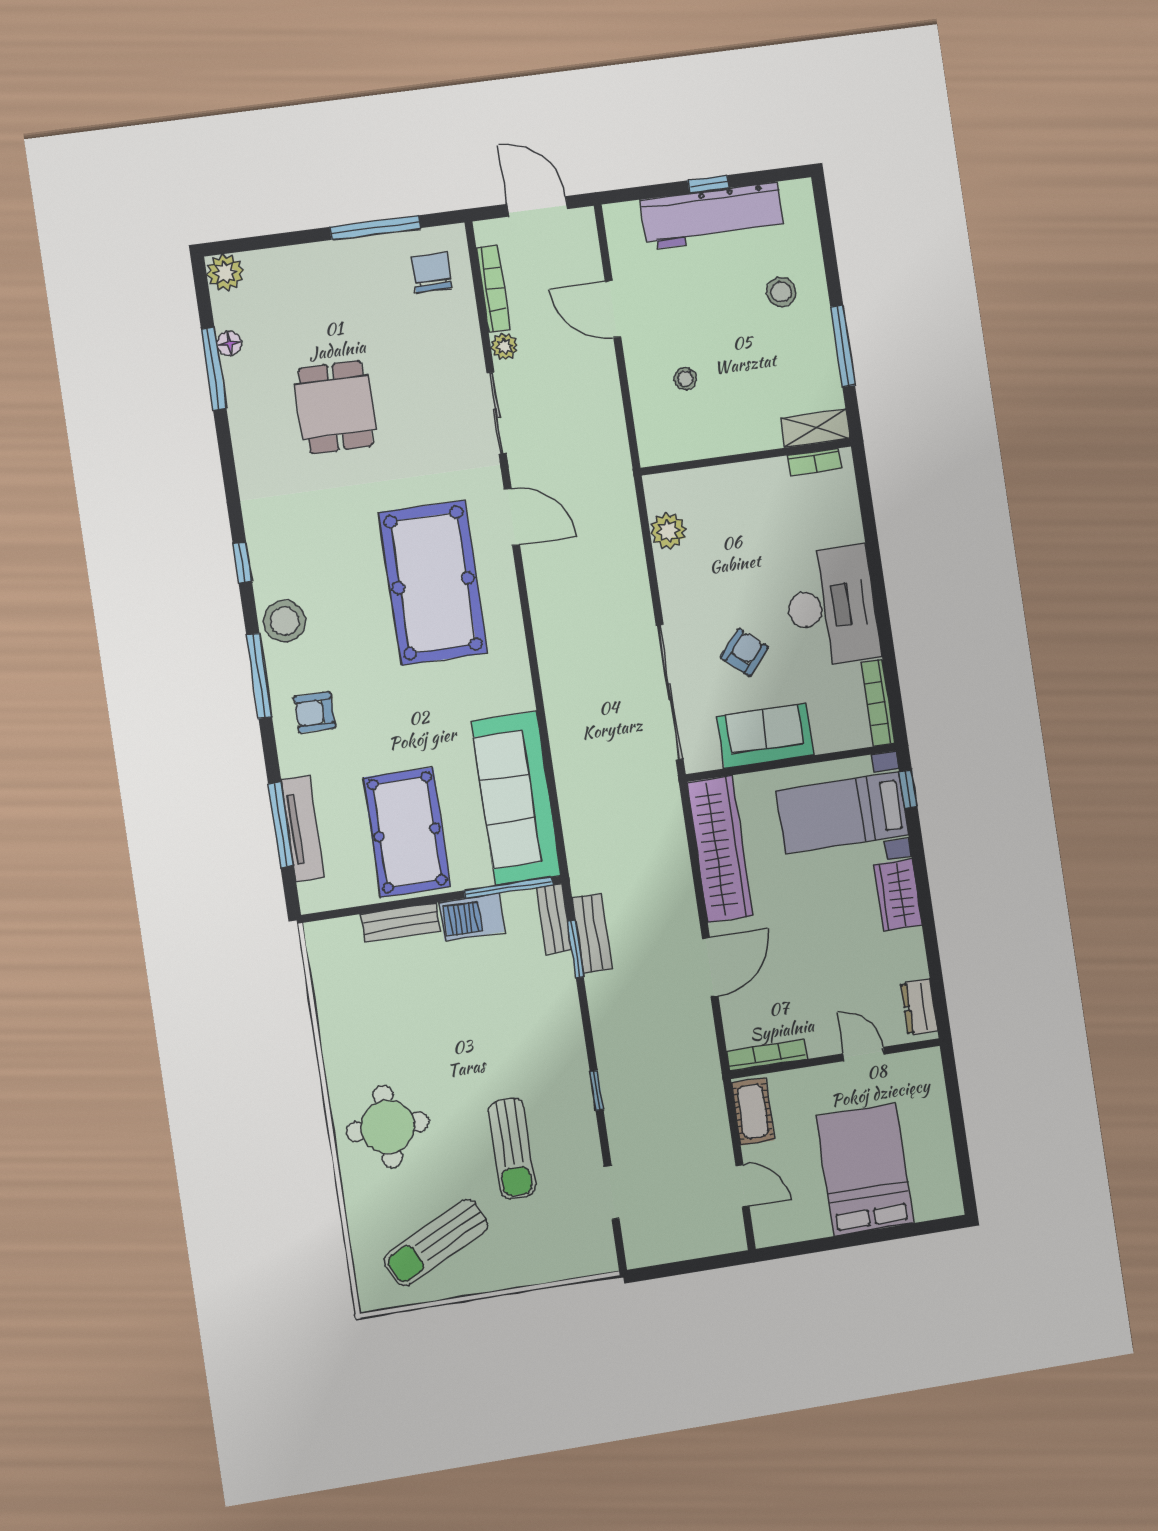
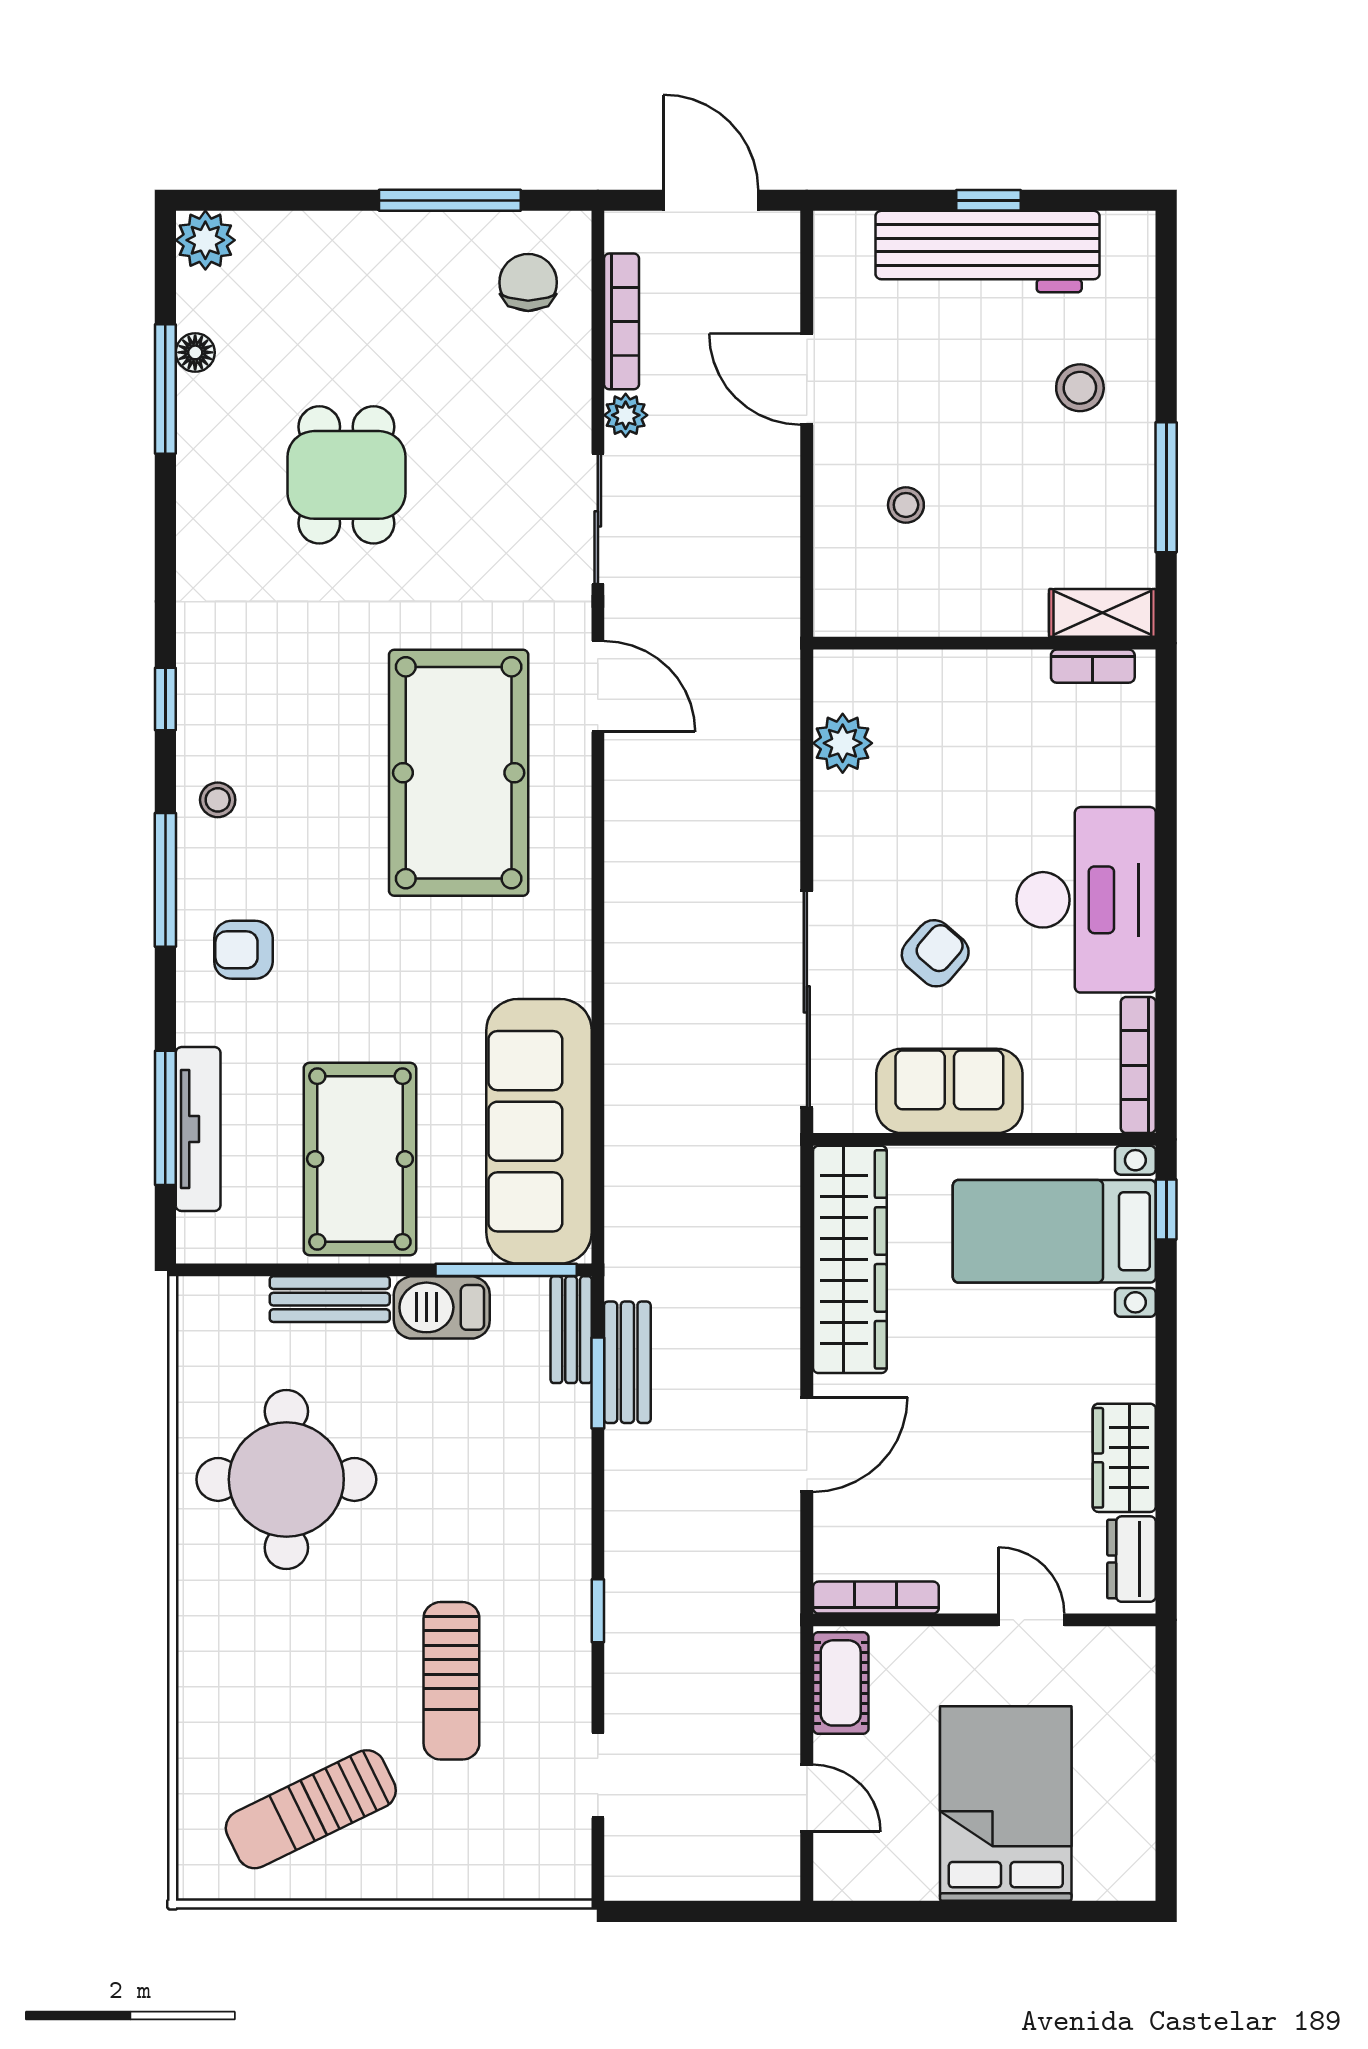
stool: (285, 621) -> (218, 800), width x0.53, depth x0.53
wardrobe: (898, 895) -> (1124, 1458), moved
round table: (388, 1127) -> (286, 1479), moved, width x1.36, depth x1.36

